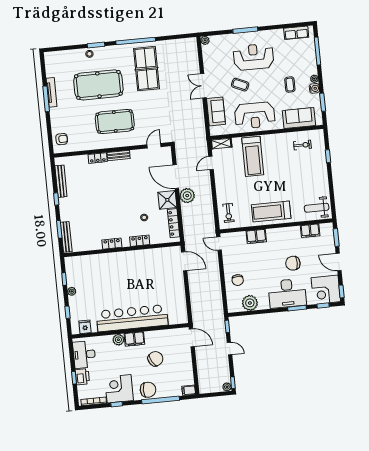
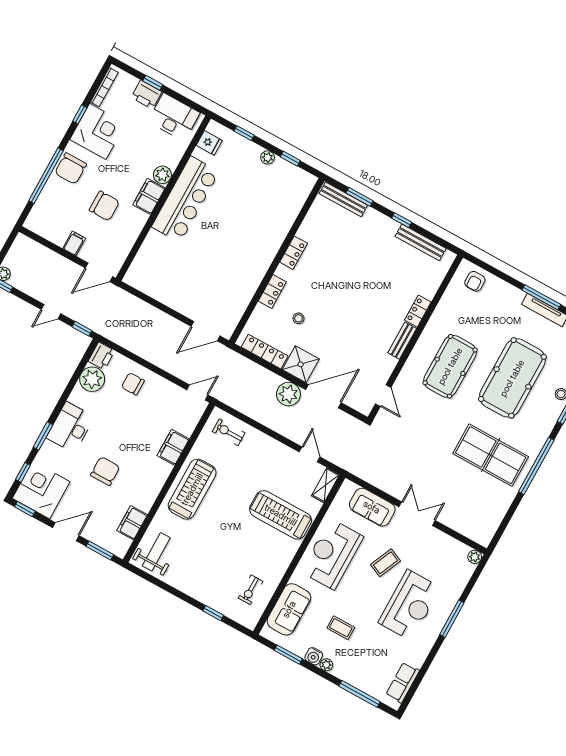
desk: (287, 293) -> (70, 427), width x0.73, depth x0.77
printer: (234, 306) -> (101, 356), added
bar counter: (132, 318) -> (185, 199), width x0.73
chair: (155, 359) -> (104, 206), turned -60
filing cabinet: (189, 390) -> (74, 243), moved

